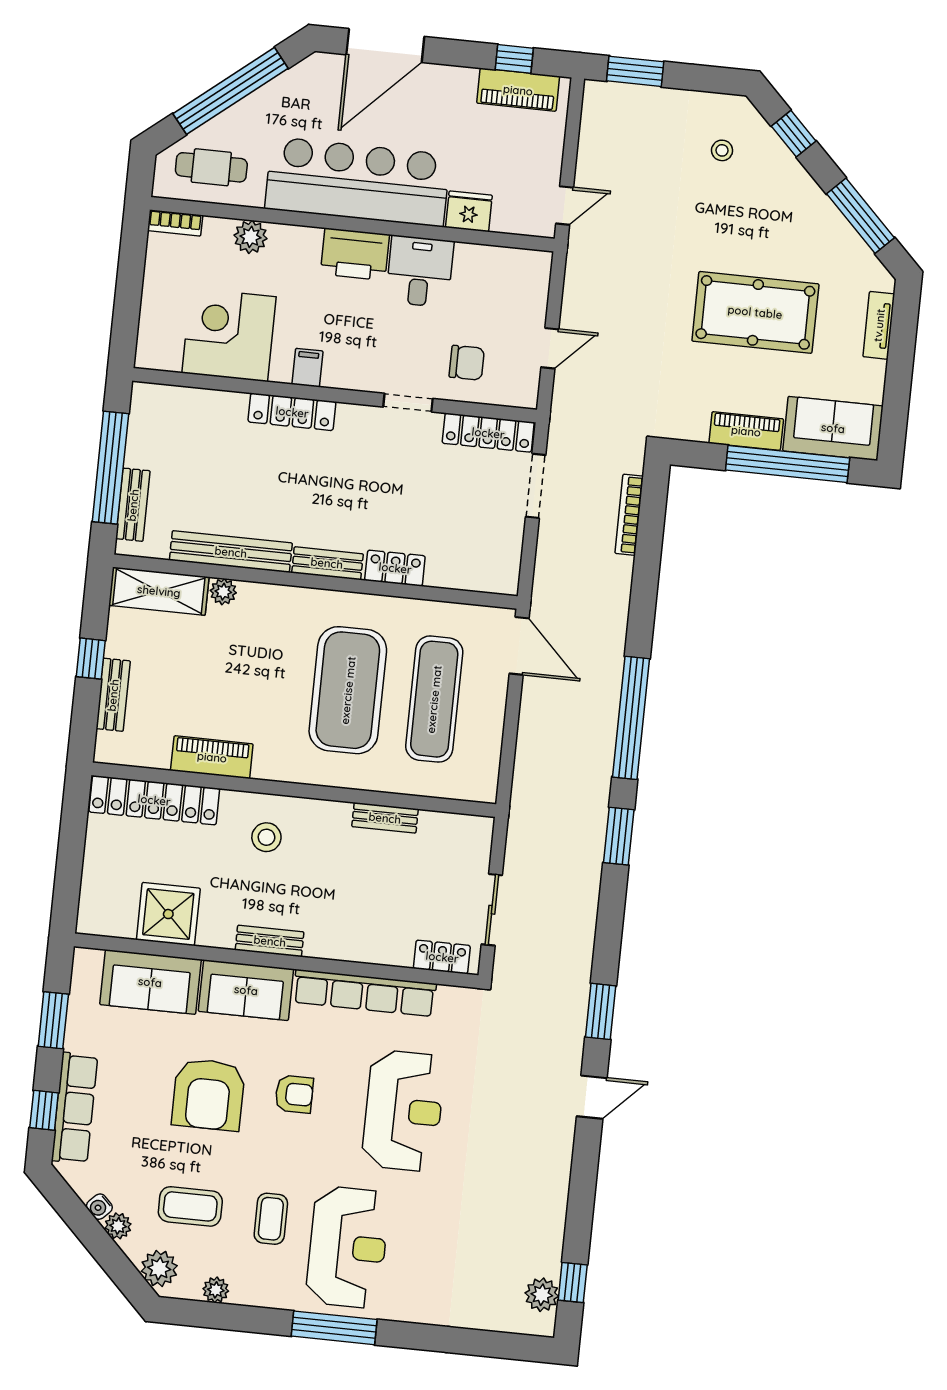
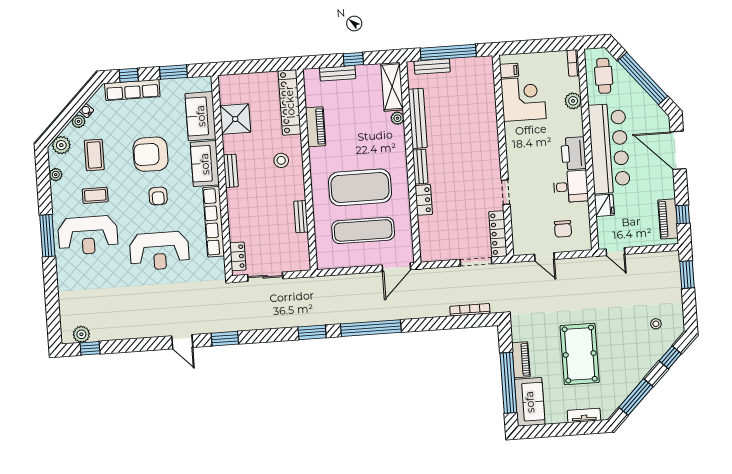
chair: (467, 363) -> (563, 229), moved
filing cabinet: (307, 368) -> (509, 70), moved
locker: (292, 412) -> (491, 136), removed

